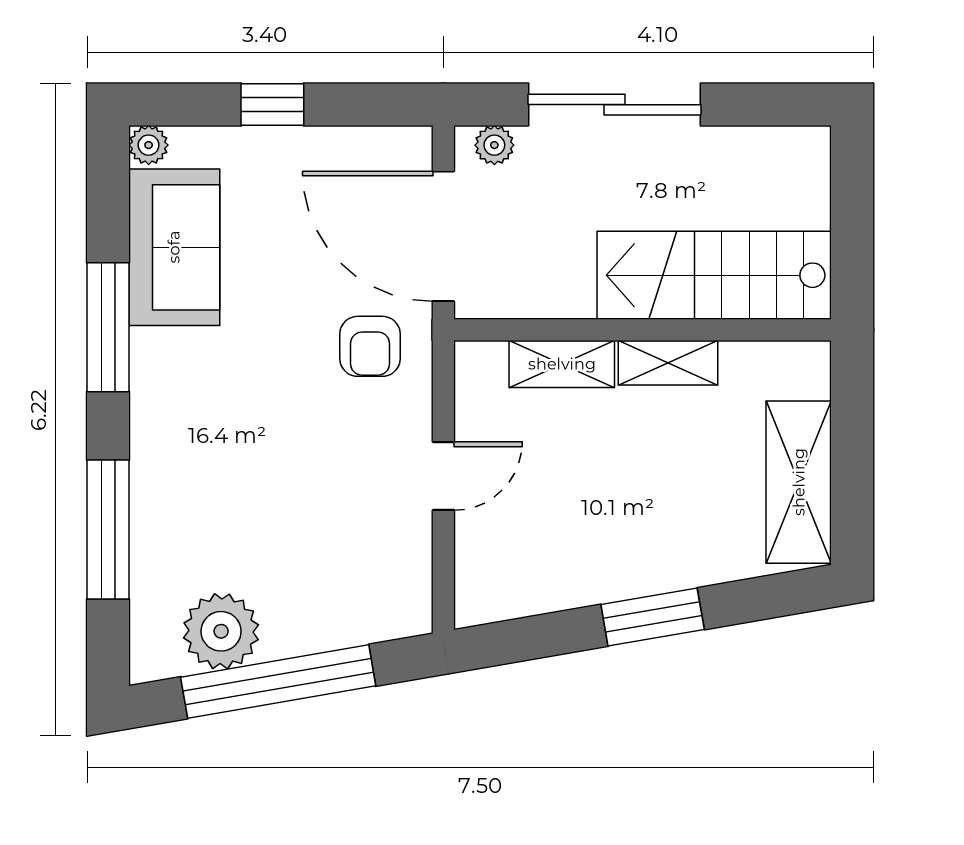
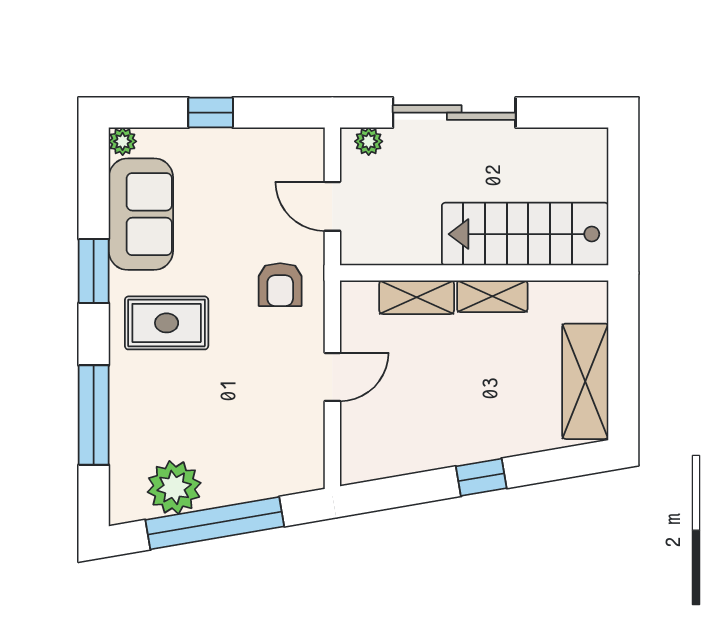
door: (443, 236) -> (332, 206), width x0.53
window: (108, 327) -> (94, 271), width x0.69
rug: (210, 400) -> (167, 323), added
window: (653, 617) -> (481, 477), width x0.67

